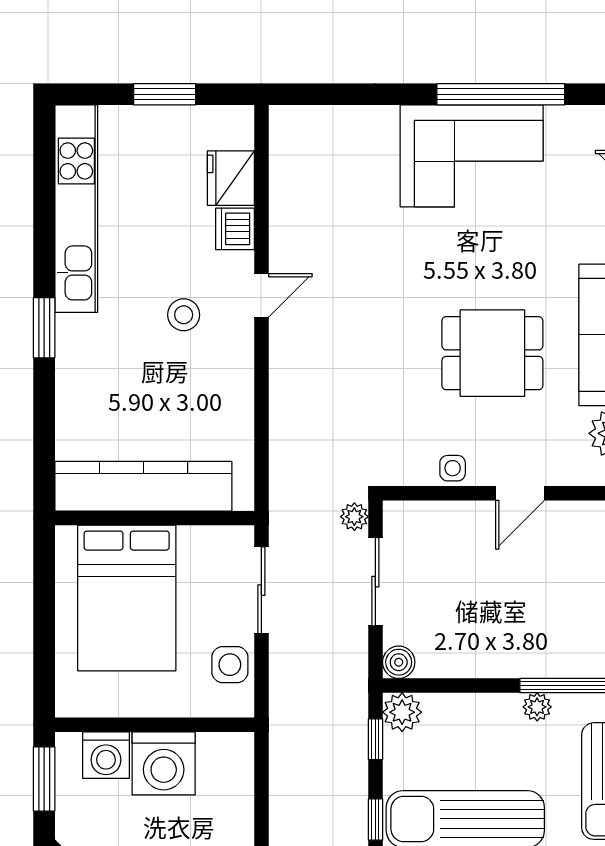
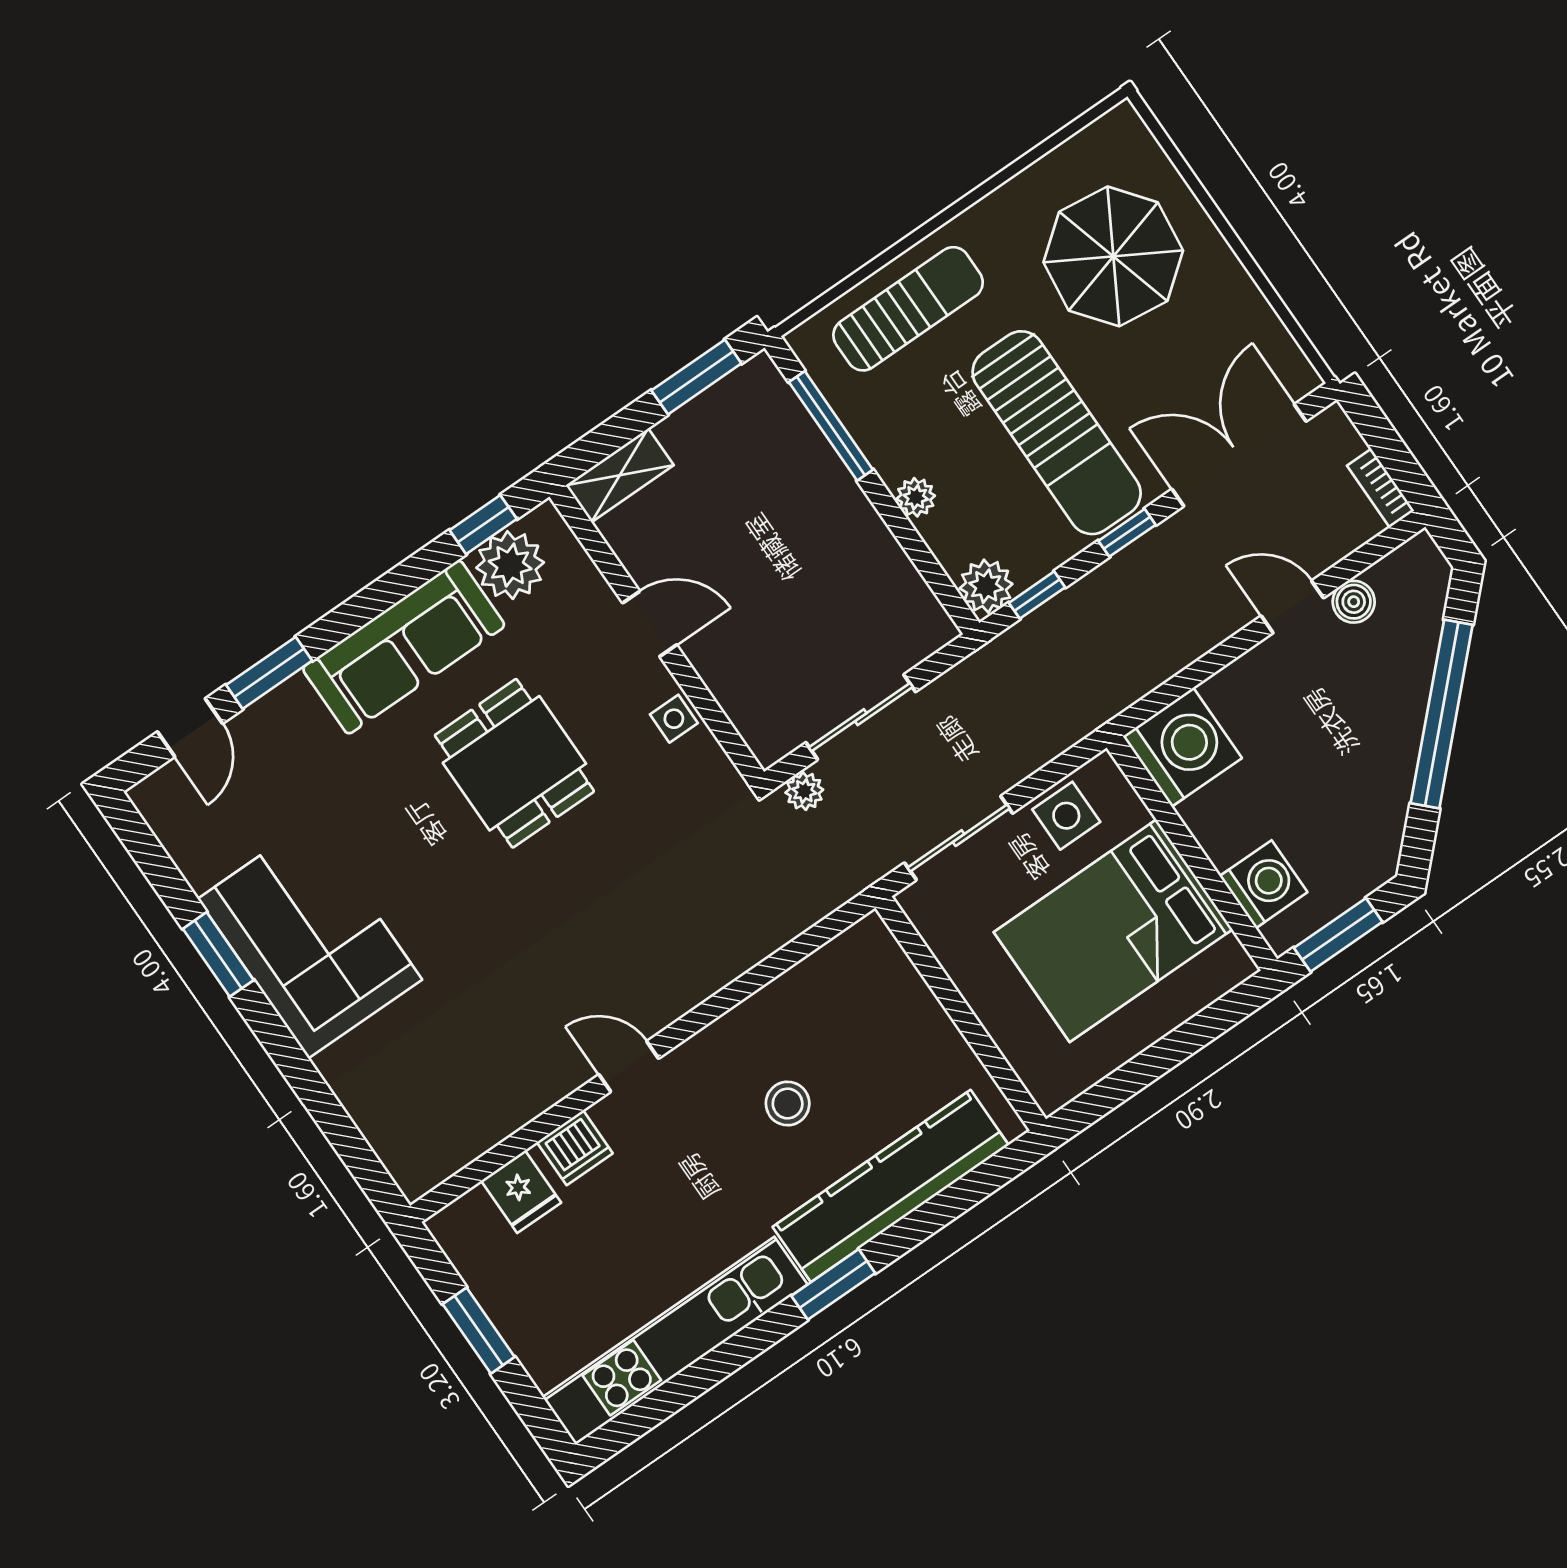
window: (501, 94) -> (218, 954), width x0.47
fridge: (231, 178) -> (521, 1192), width x0.72
stool: (184, 315) -> (788, 1104), moved
kitchen counter: (143, 486) -> (891, 1186), moved, turned 90
bed: (127, 598) -> (1113, 931), moved, turned 180
boiler: (399, 662) -> (933, 629), removed
plant: (537, 707) -> (916, 497), moved
washing machine: (164, 763) -> (1182, 747), moved

